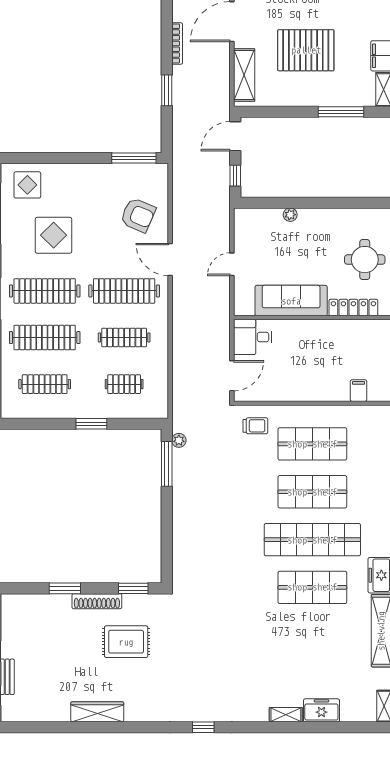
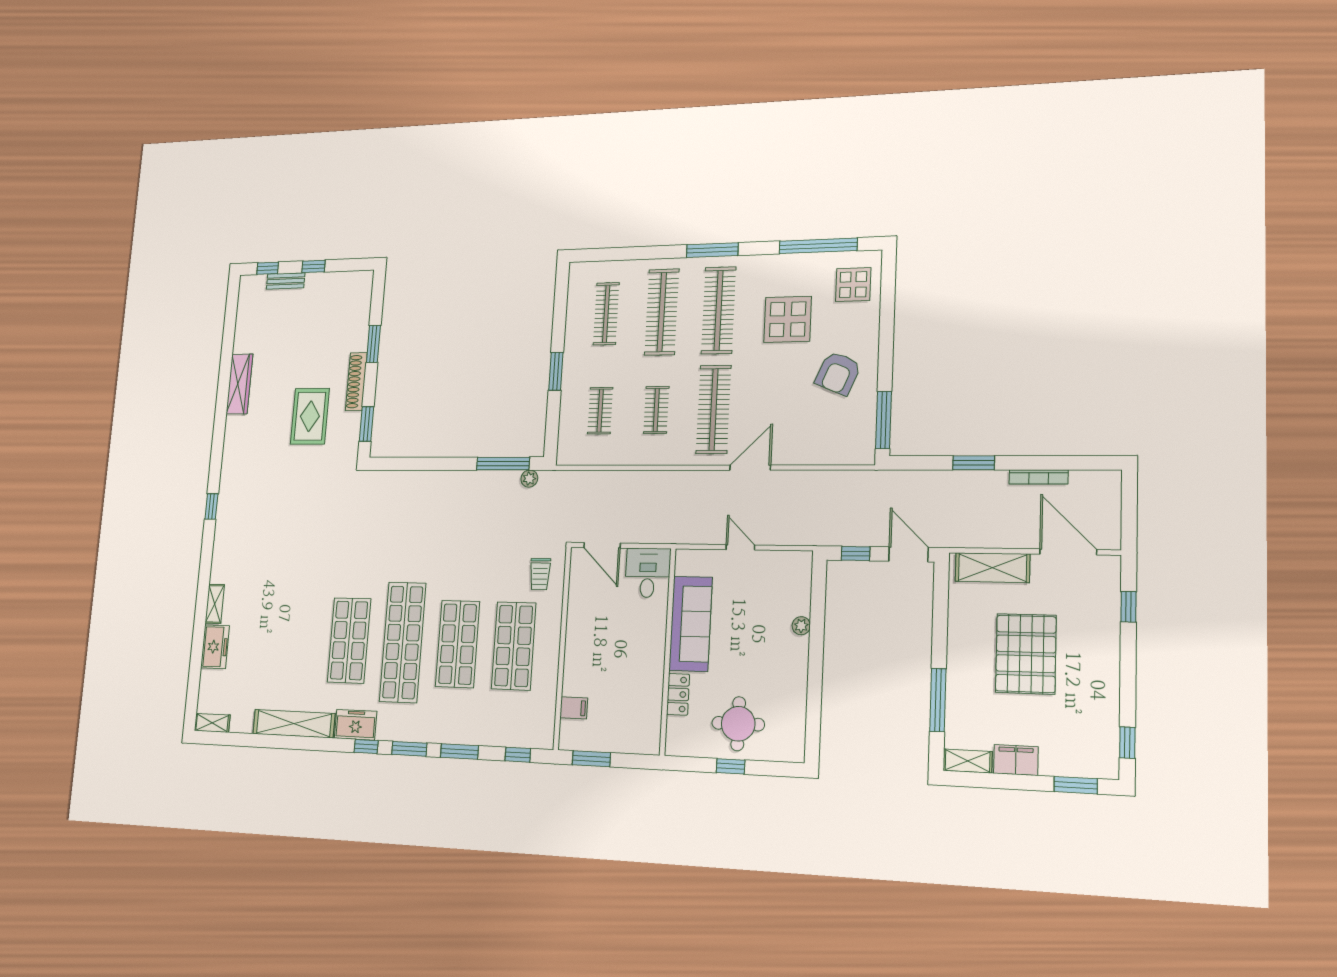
armchair: (138, 215) -> (838, 373), moved
locker: (353, 308) -> (678, 694), width x0.66
clothes rail: (124, 338) -> (656, 410), width x0.73

